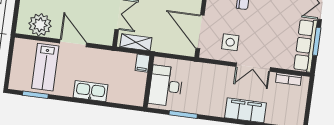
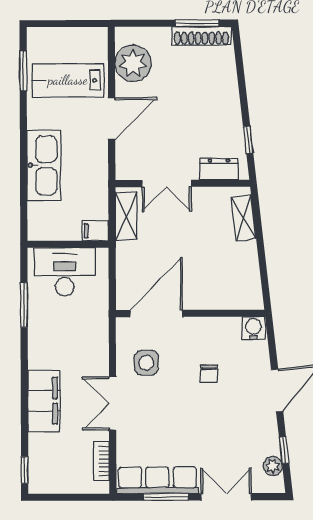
kitchen sink: (90, 91) -> (44, 165), width x1.36, depth x1.24

